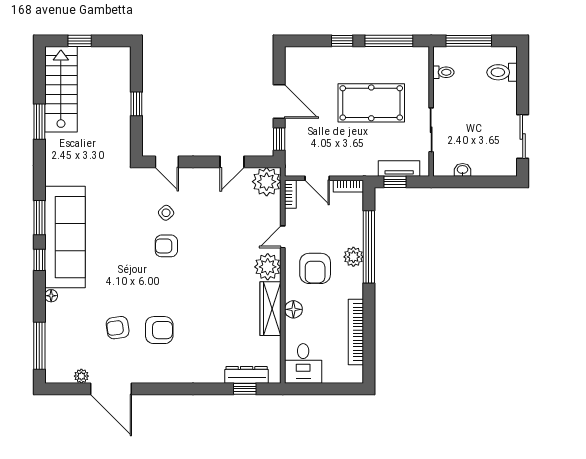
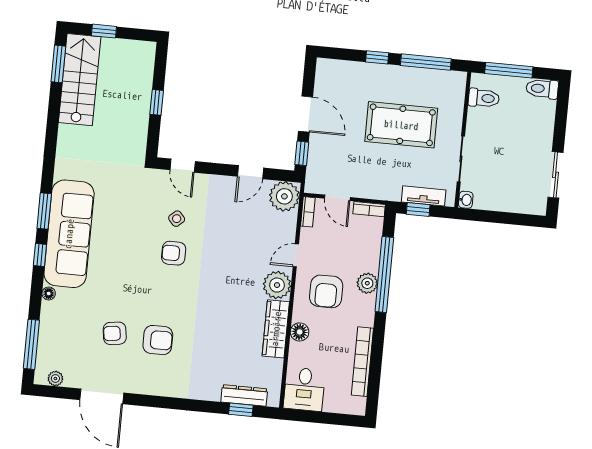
toilet: (443, 72) -> (484, 98), width x1.37, depth x1.39
toilet: (502, 72) -> (542, 89), moved
window: (39, 122) -> (58, 64), moved
washbasin: (463, 170) -> (466, 200), moved, turned 90
plant: (81, 376) -> (55, 379), moved

